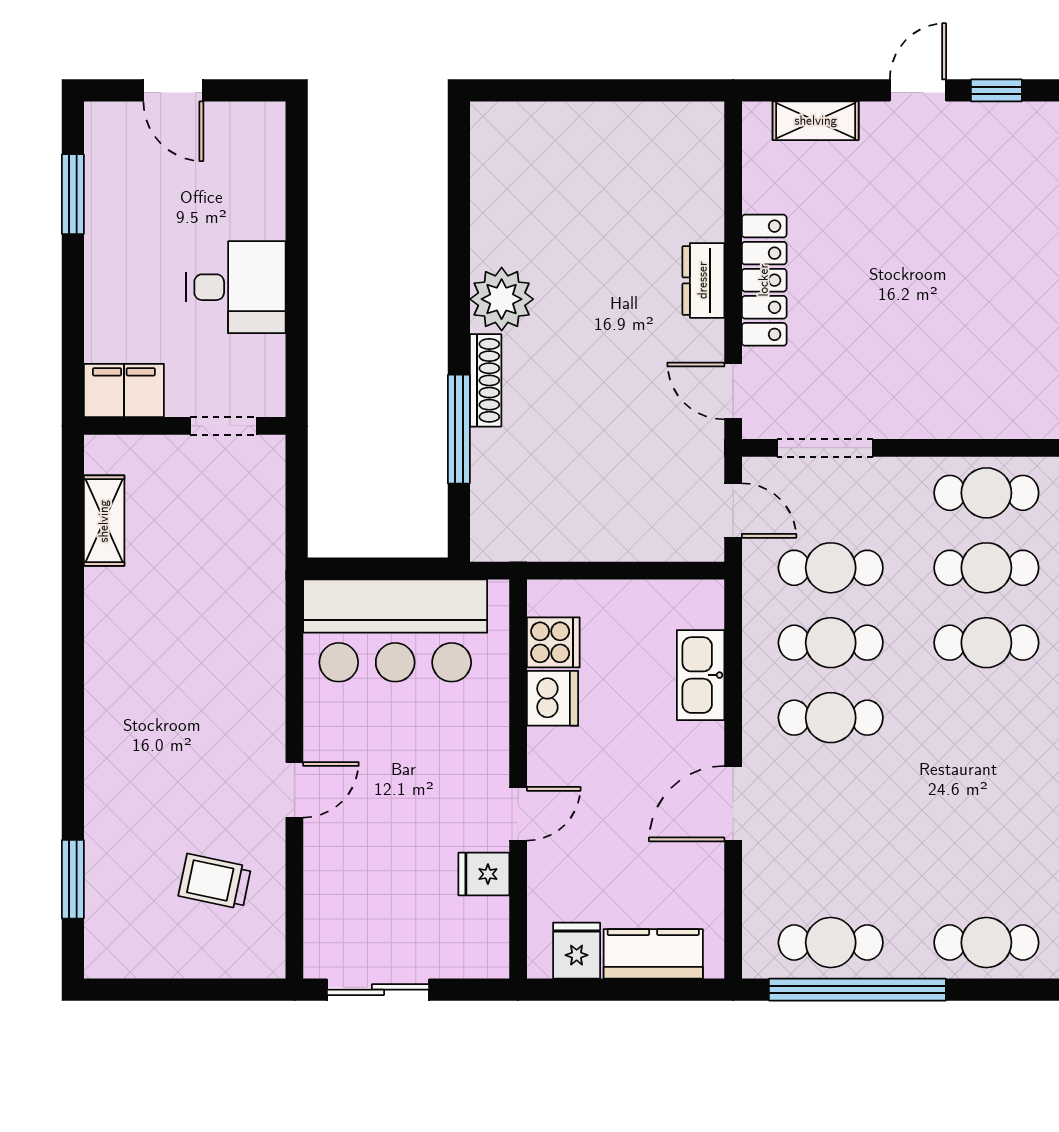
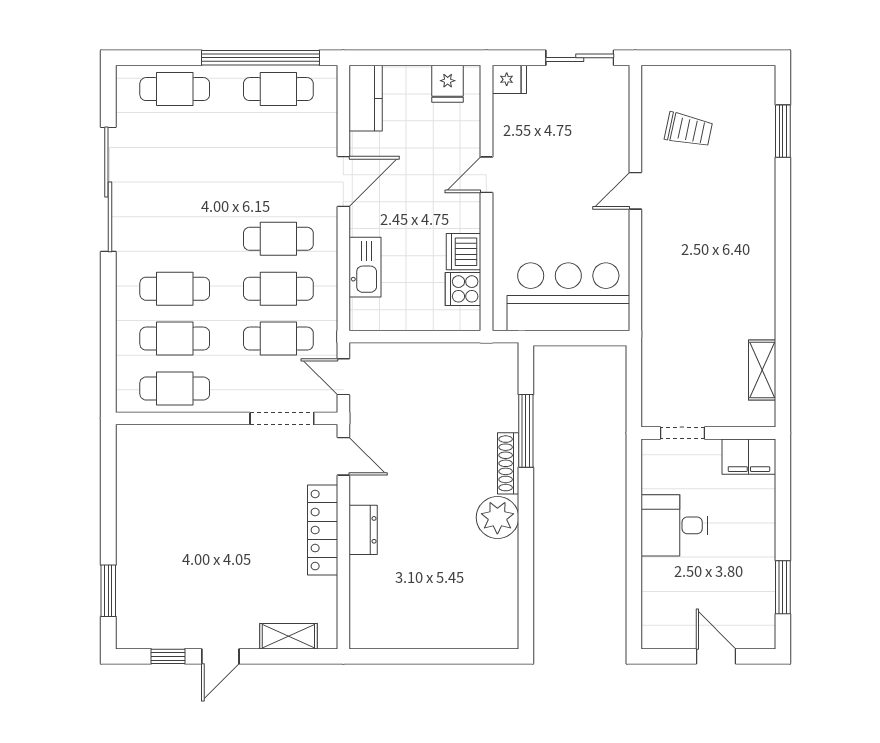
fridge: (484, 874) -> (509, 79), moved
kitchen counter: (653, 954) -> (366, 98), moved, turned -90

